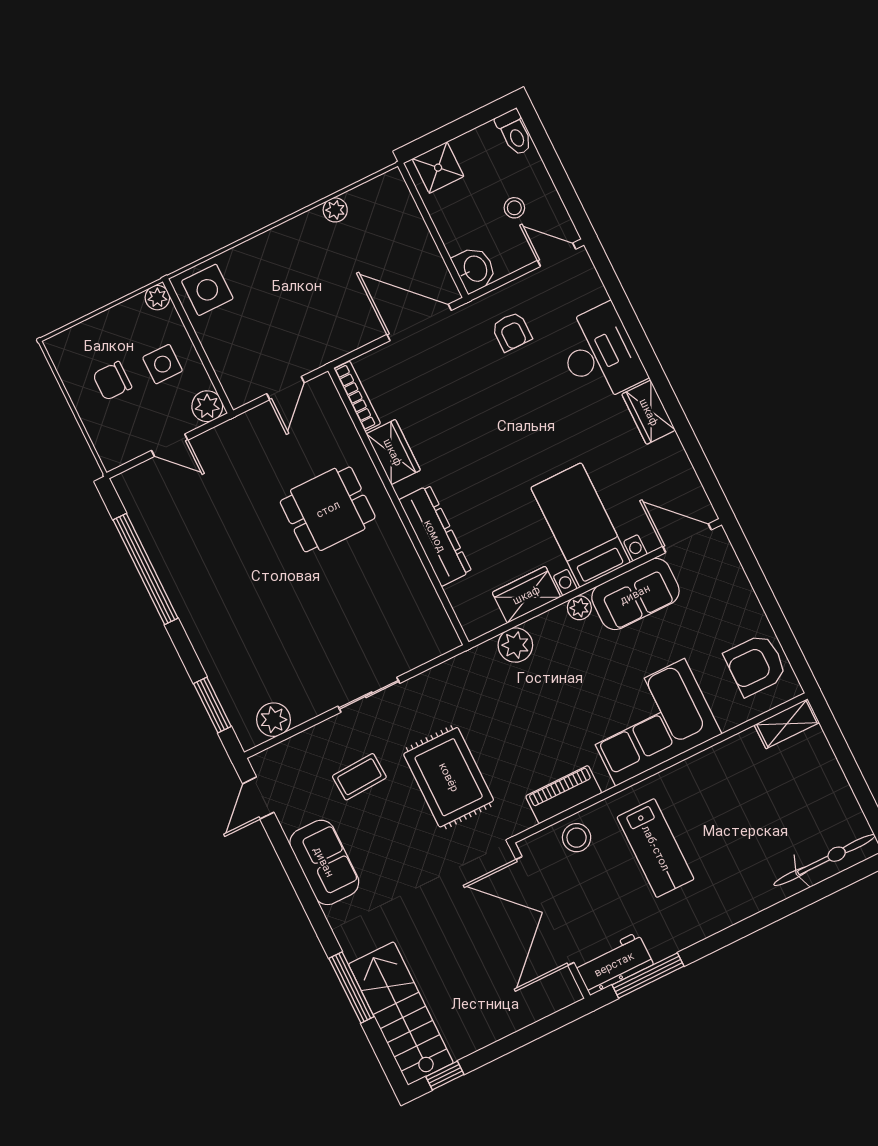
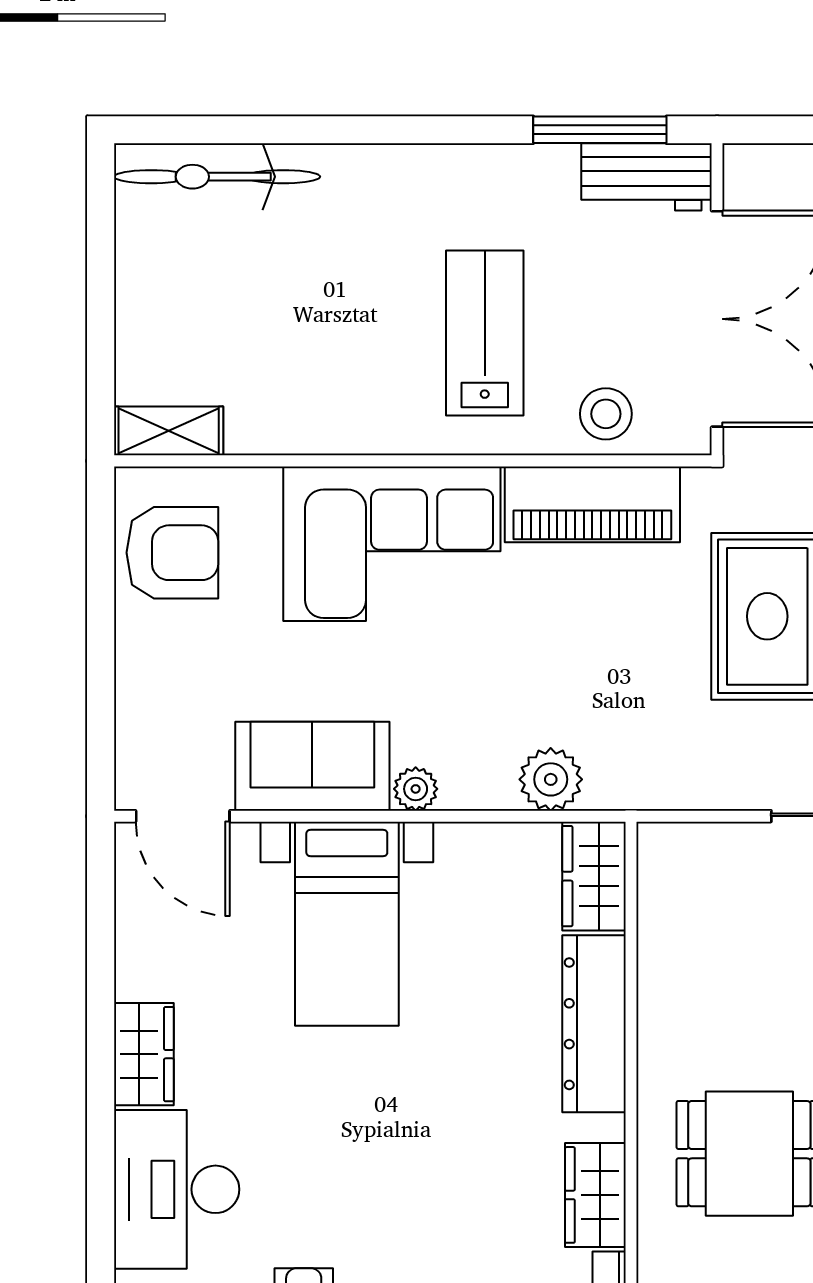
wardrobe: (526, 595) -> (594, 876), moved, turned 90
piano: (564, 795) -> (592, 504), width x1.37, depth x1.33

